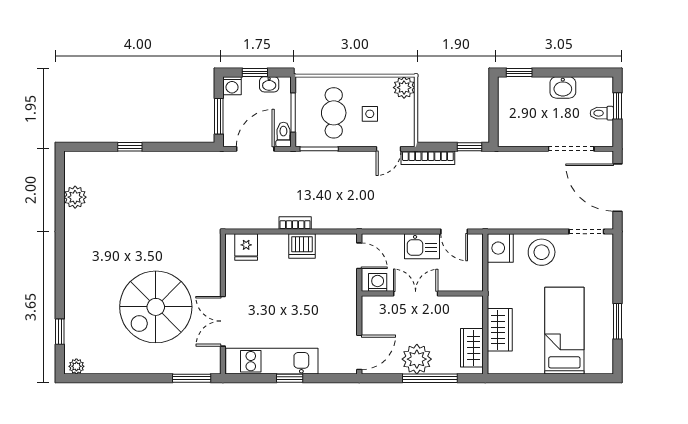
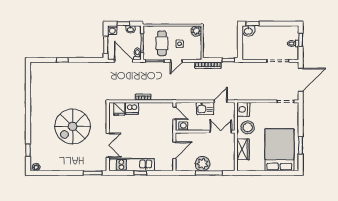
washbasin: (563, 87) -> (248, 31), moved
door: (255, 149) -> (124, 61), hinge flipped
door: (389, 149) -> (176, 61), moved
door: (617, 188) -> (301, 80), swing flipped
plant: (75, 197) -> (36, 85), removed
door: (454, 232) -> (221, 101), swing flipped
dishwasher: (302, 246) -> (132, 108), moved
stool: (542, 252) -> (248, 127), moved
double door: (416, 294) -> (221, 132), moved
spiral stairs: (156, 307) -> (73, 126), moved
double door: (223, 321) -> (108, 145), swing flipped
bed: (564, 331) -> (279, 150), width x1.50
wardrobe: (472, 348) -> (229, 158), removed
door: (359, 352) -> (174, 150), moved

